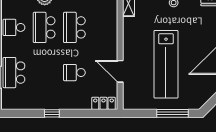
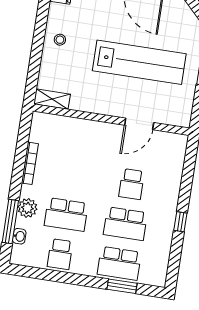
school desk: (74, 27) -> (125, 224), moved
locker: (103, 103) -> (178, 152), removed

